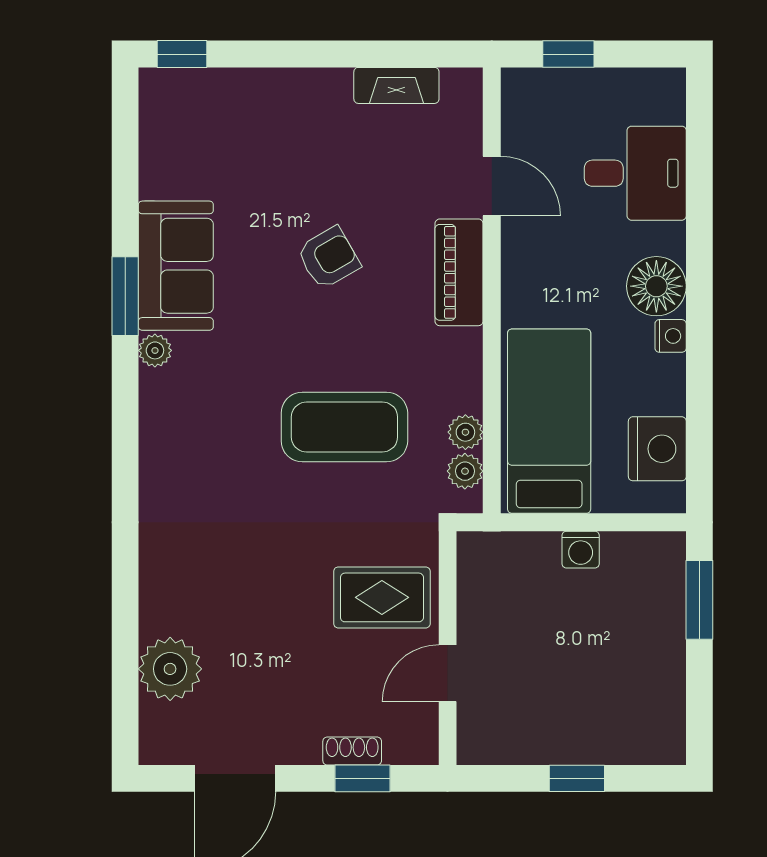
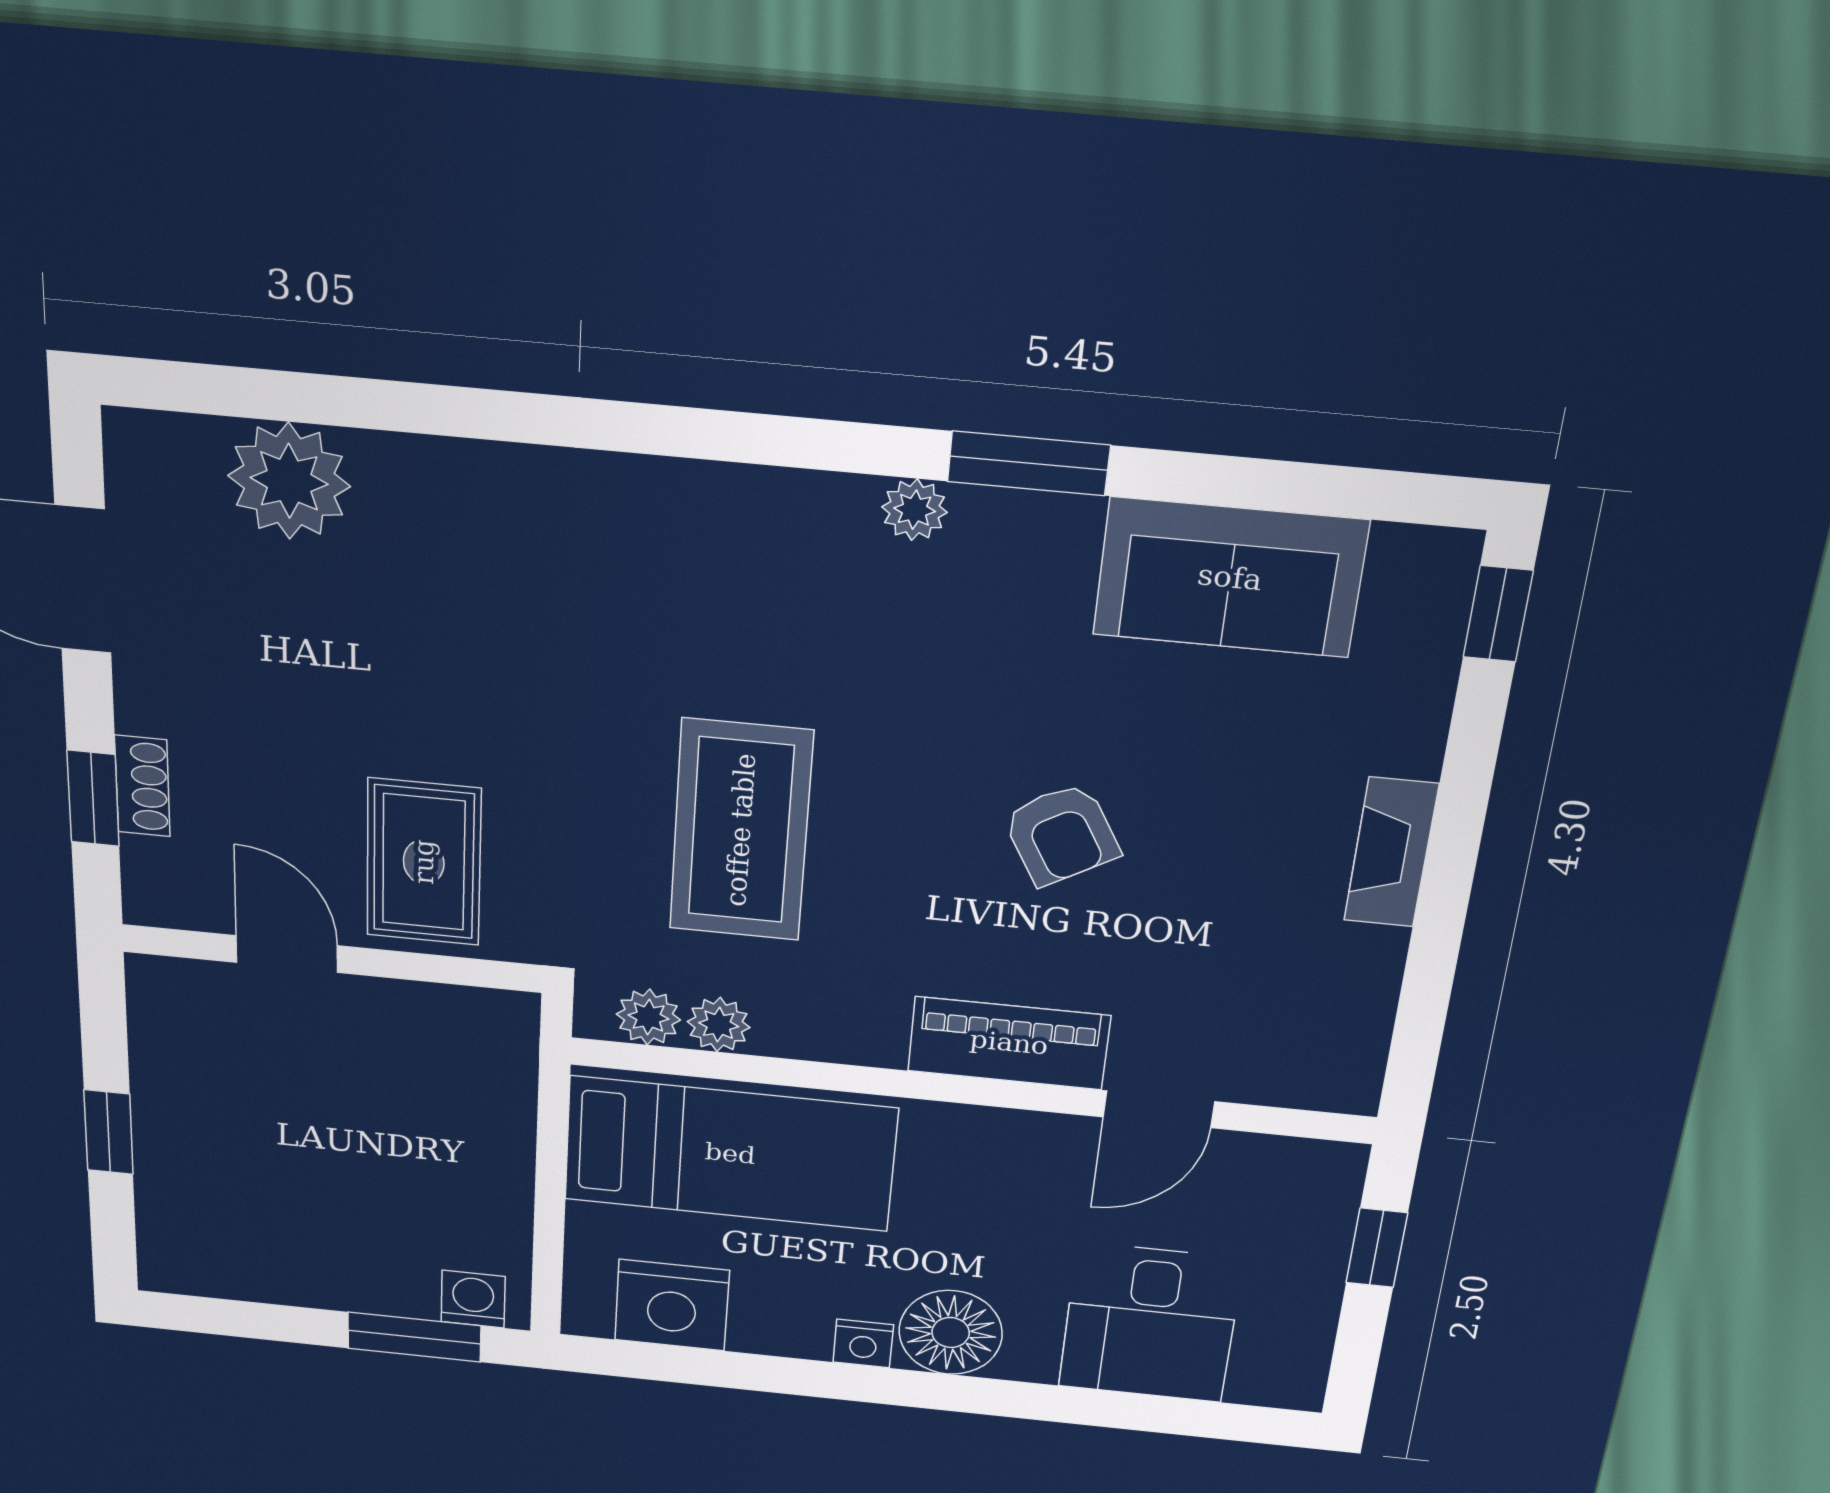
fireplace: (396, 85) -> (1391, 852), moved
sofa: (176, 266) -> (1230, 578), moved
washing machine: (581, 550) -> (473, 1299), moved, turned 90

